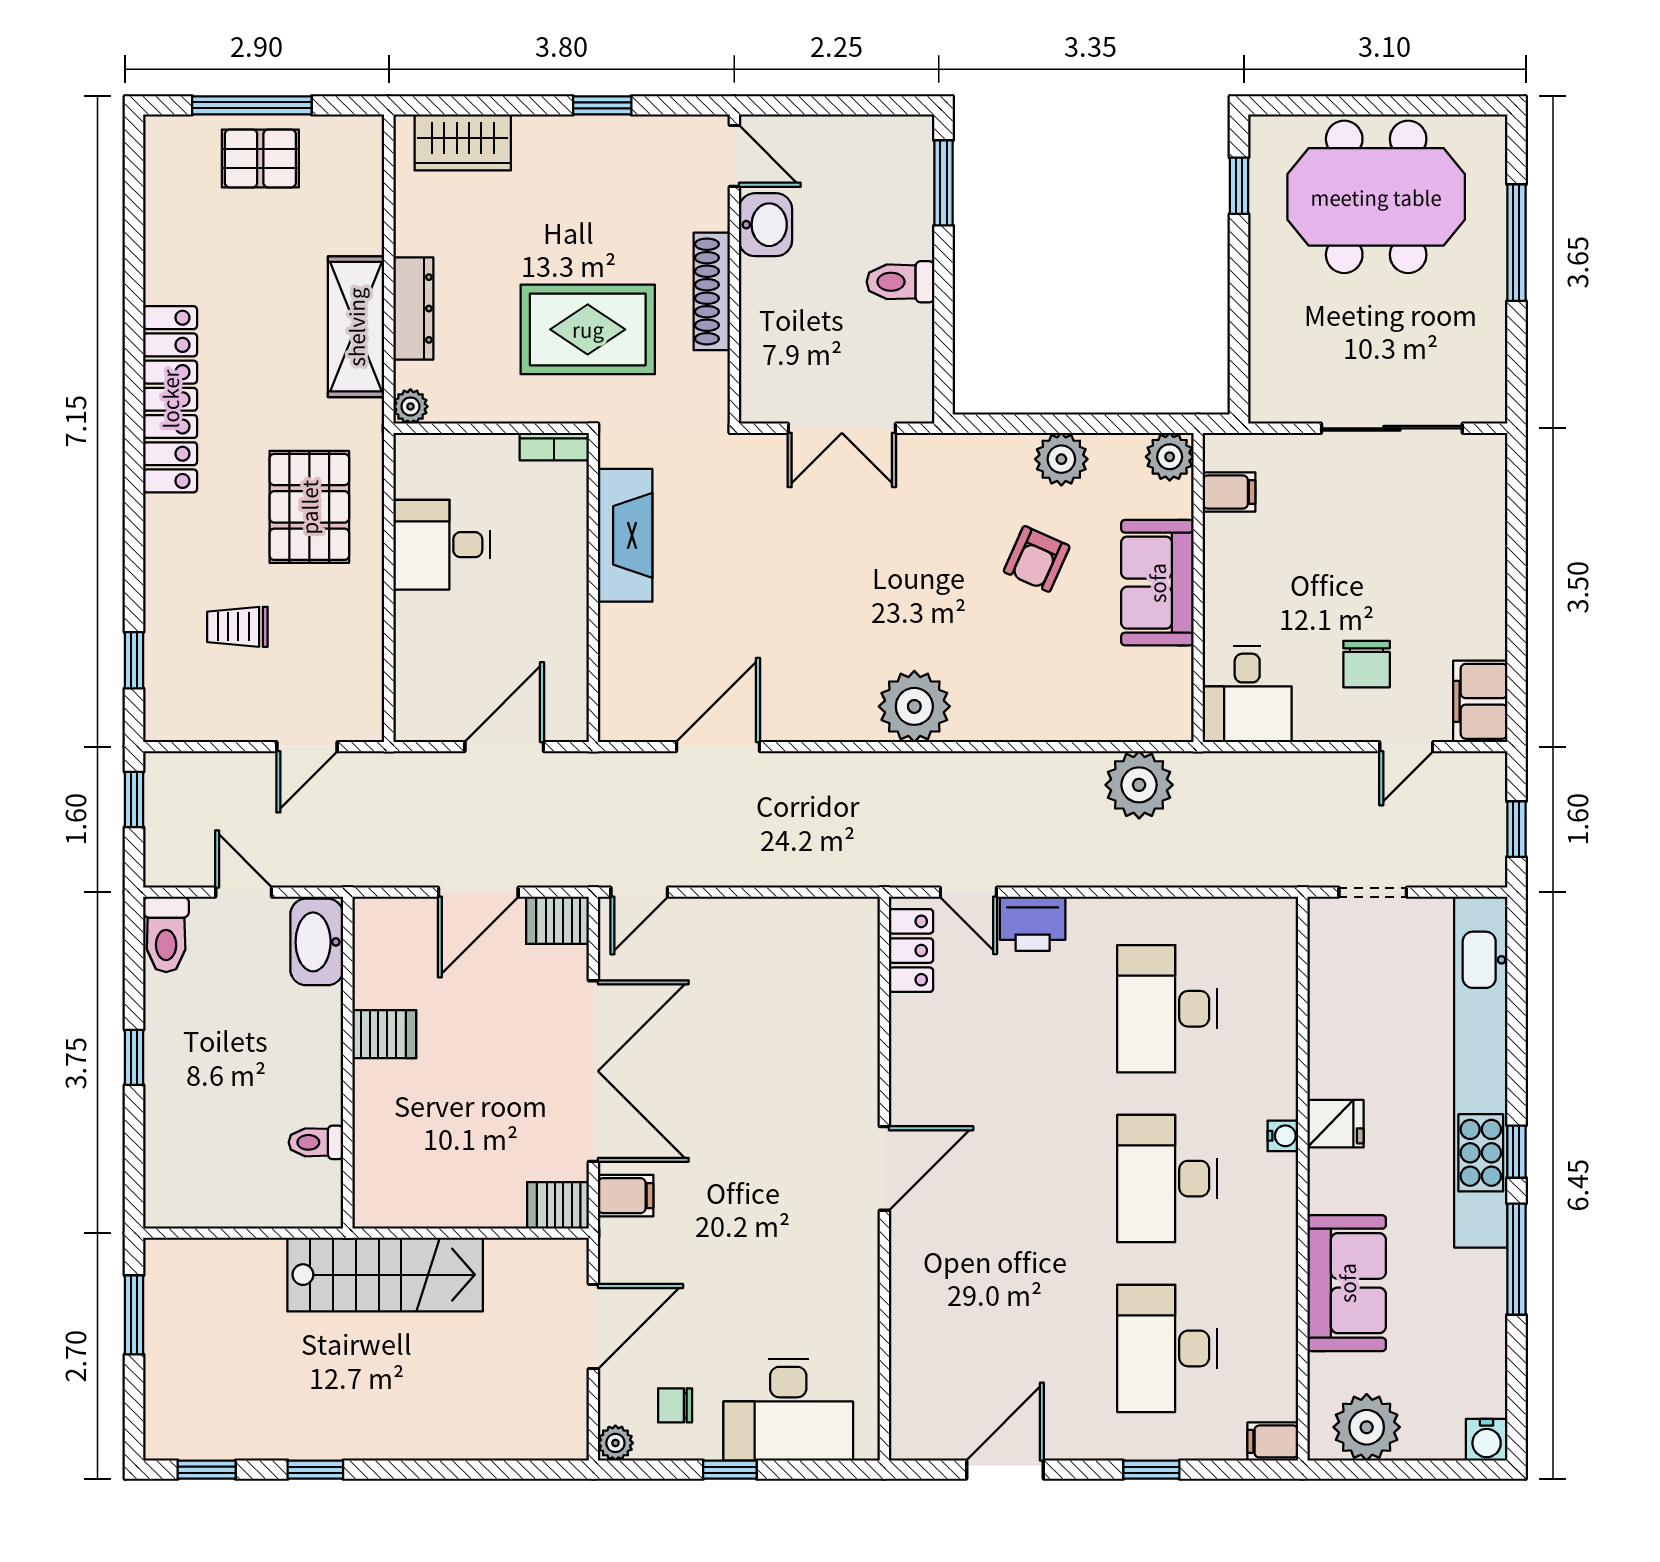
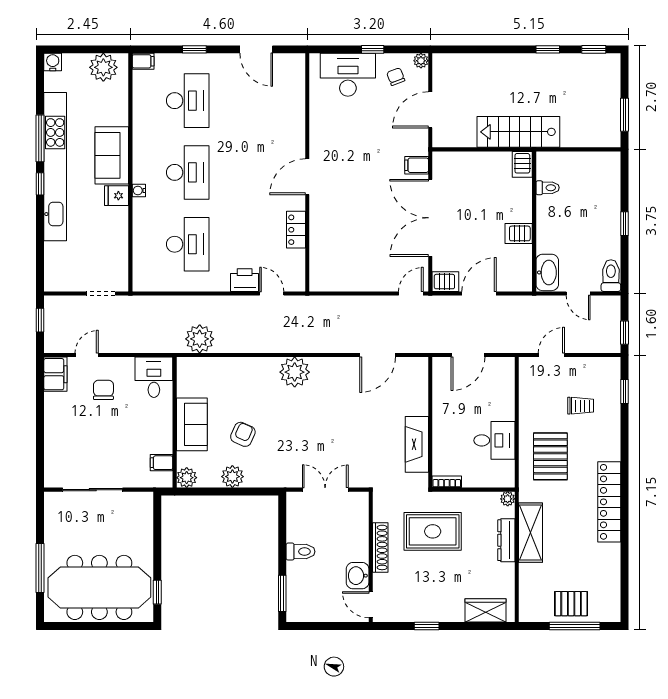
meeting table: (1376, 197) -> (99, 587), width x1.36
locker: (911, 951) -> (296, 230), moved
kitchen unit: (1481, 1072) -> (55, 167), moved
server rack: (558, 1205) -> (522, 164), moved, turned 90
sofa: (1347, 1283) -> (112, 155), moved
chair: (675, 1405) -> (396, 77), turned -111
door: (1005, 1470) -> (256, 49), hinge flipped

